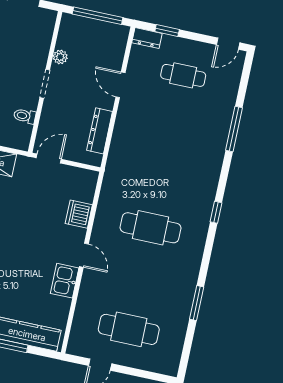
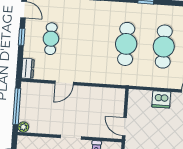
window: (167, 31) -> (22, 37), moved
plant: (60, 57) -> (23, 127), moved
dresser: (100, 131) -> (99, 93), removed
cafe table: (161, 177) -> (126, 44), added

